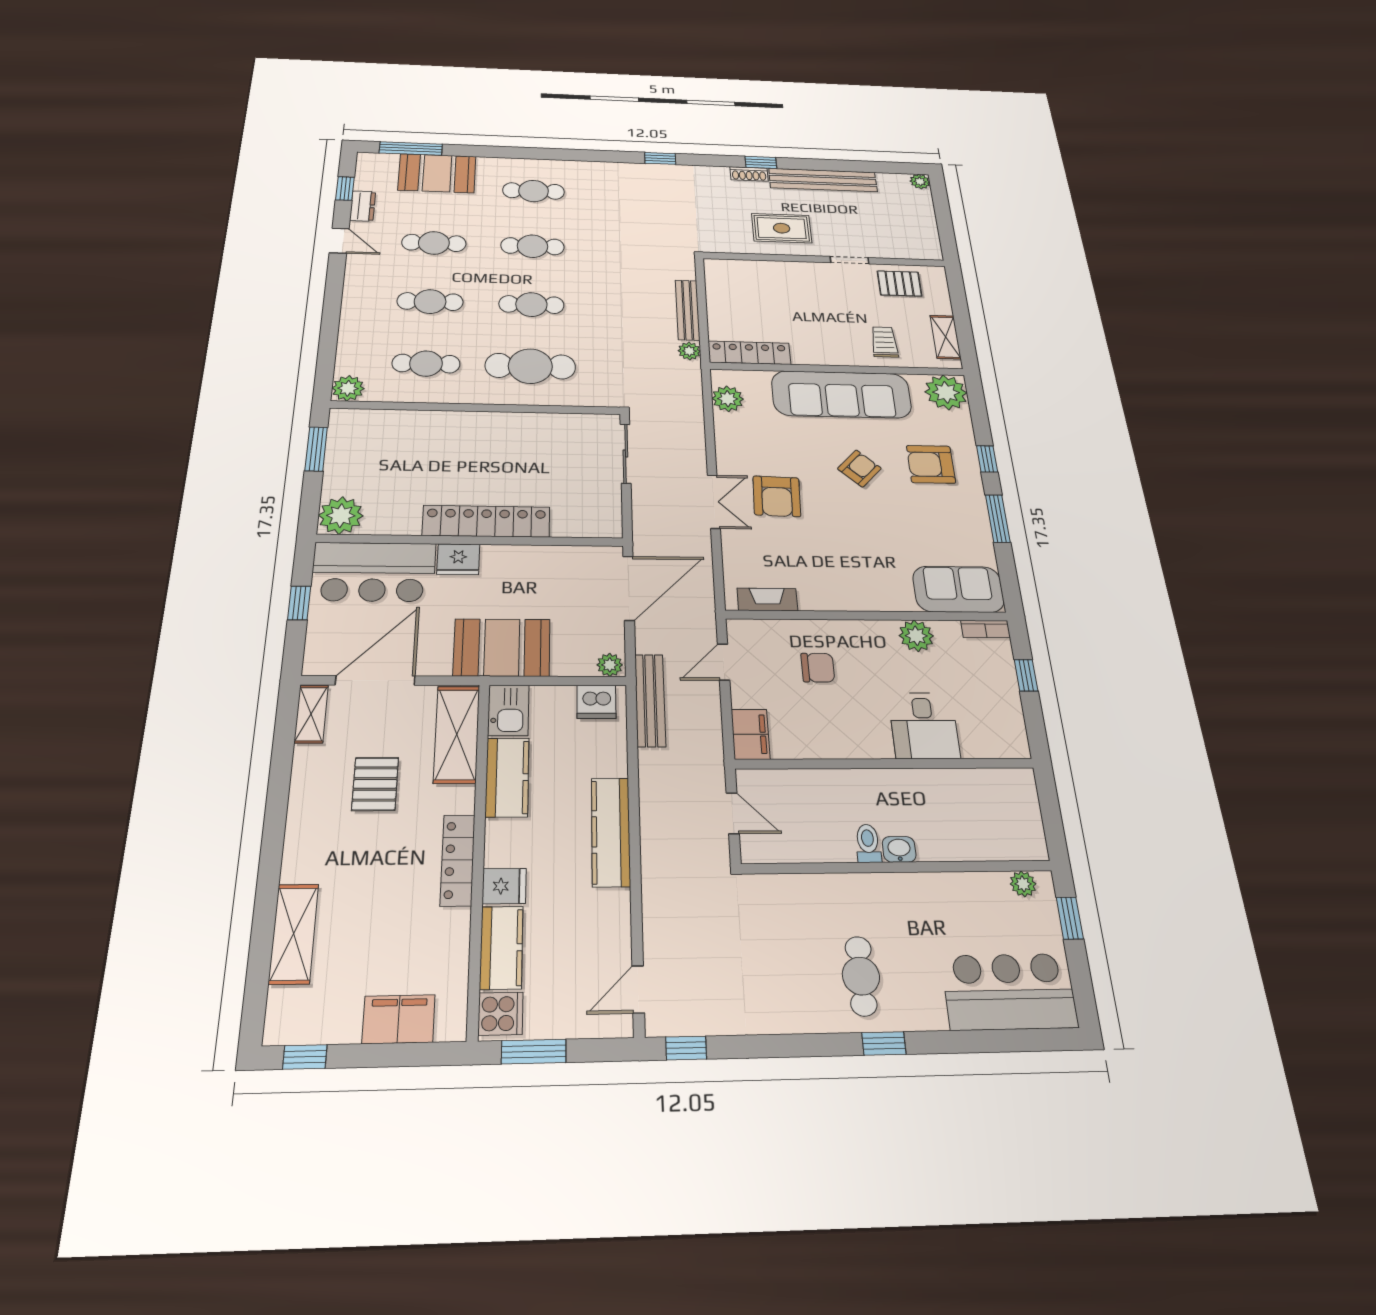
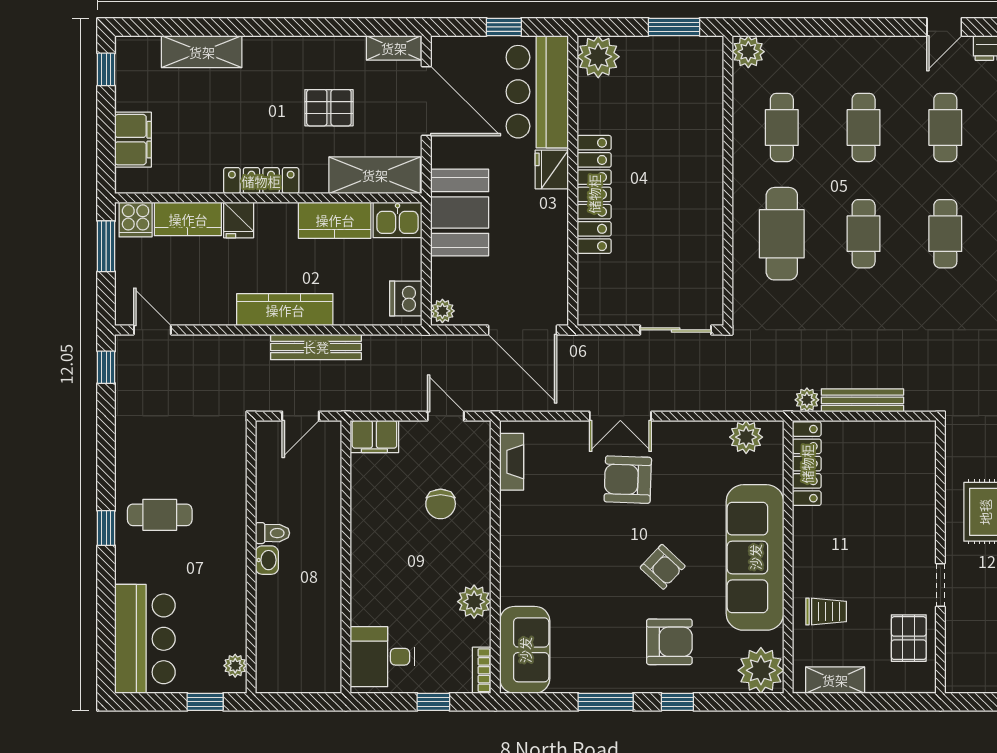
armchair: (931, 464) -> (669, 642), turned 90
bench: (650, 700) -> (316, 347), moved
desk: (924, 726) -> (383, 657), moved

